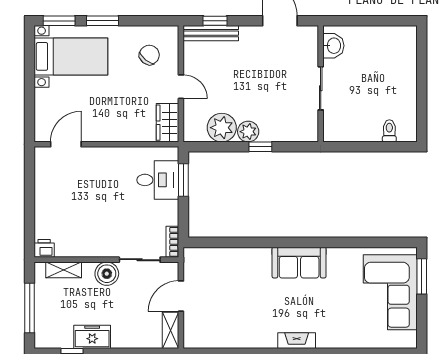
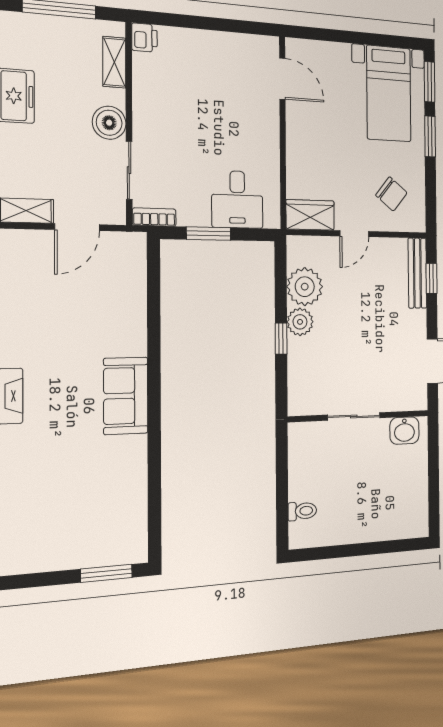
window: (183, 180) -> (209, 234), moved
corner sofa: (390, 292) -> (83, 530), removed
door: (181, 296) -> (77, 227), swing flipped

